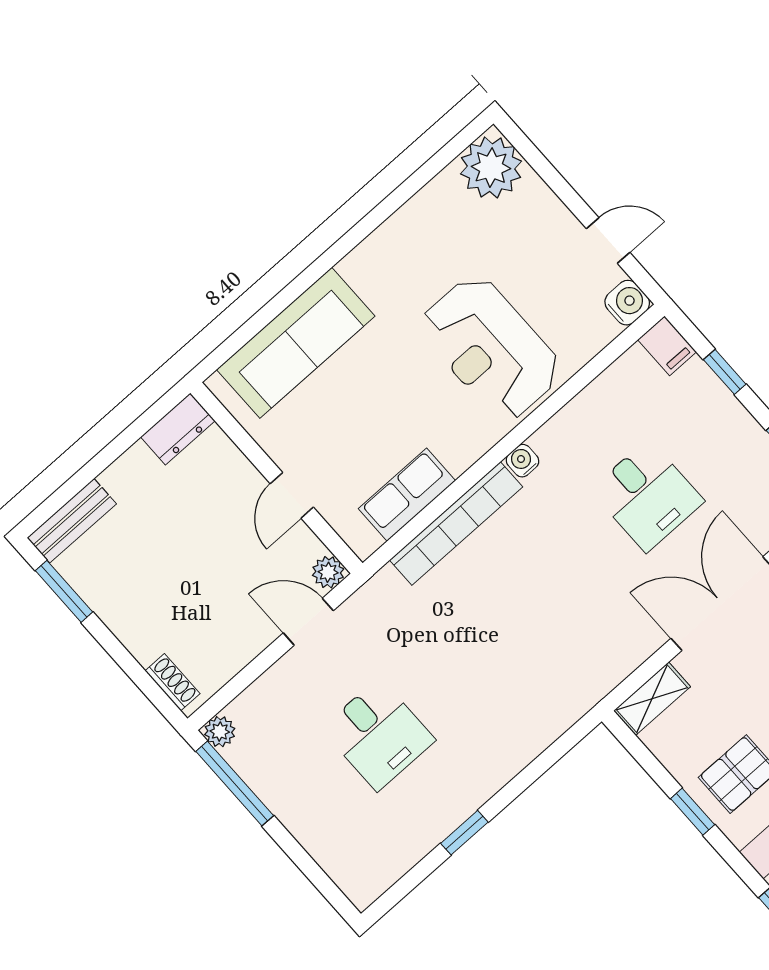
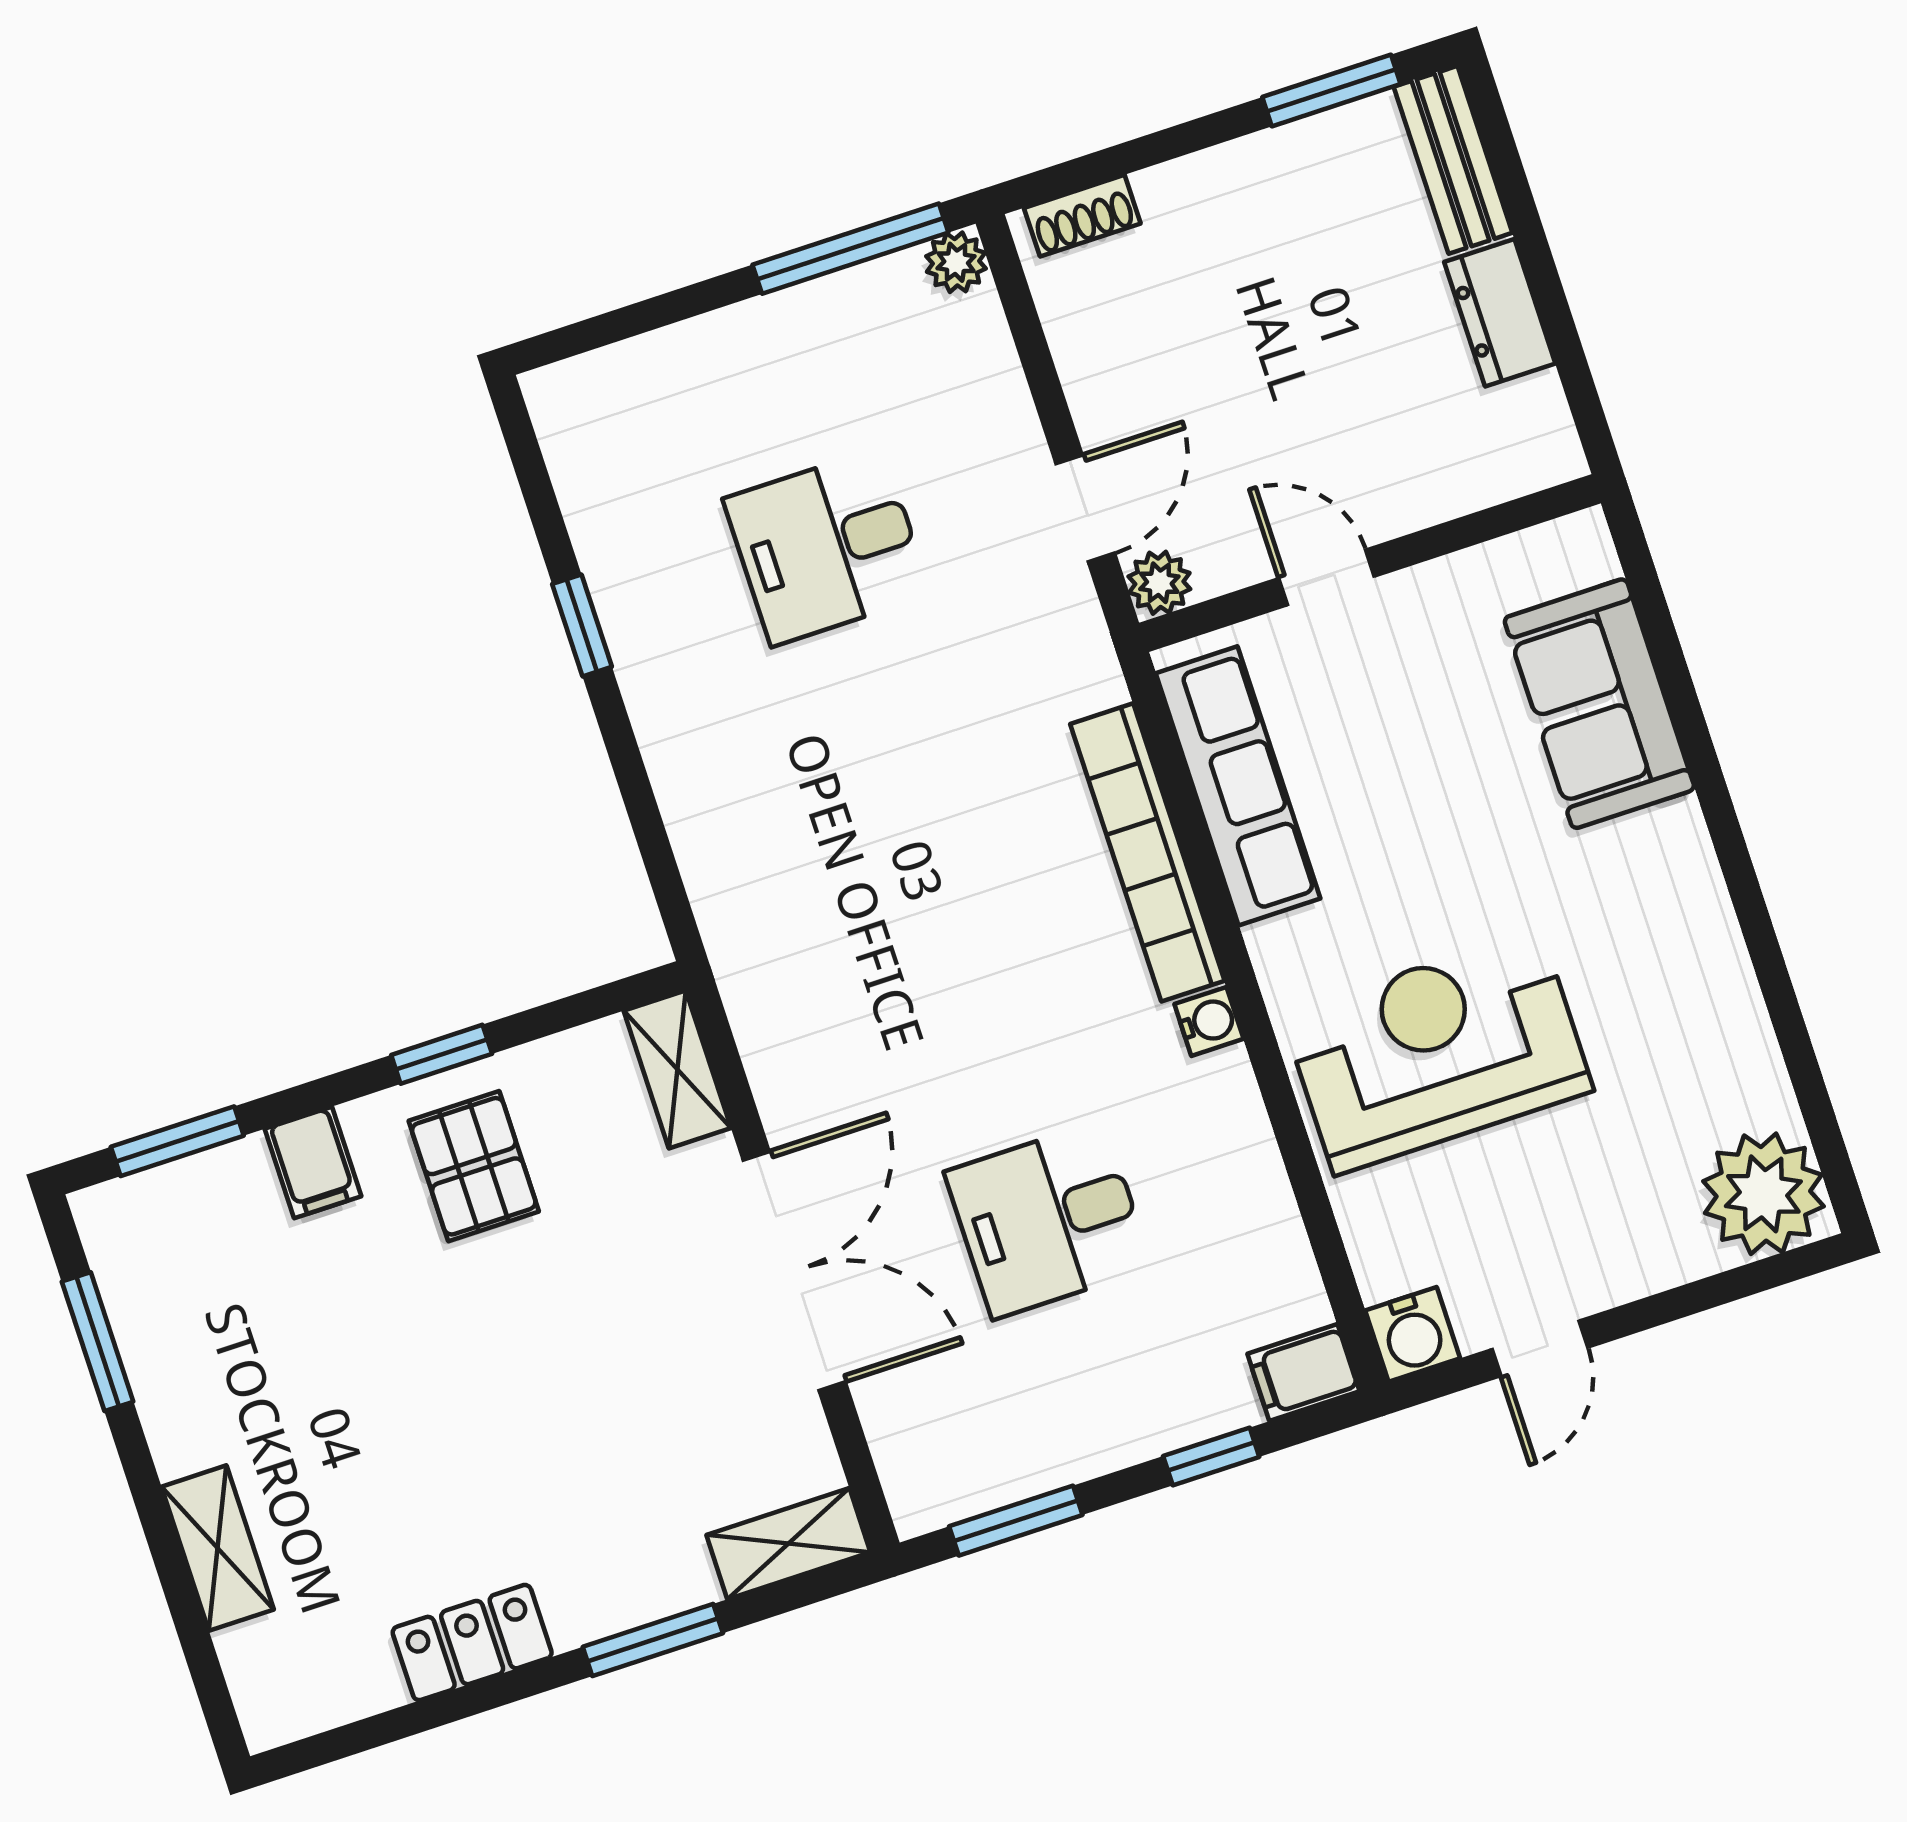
sofa: (296, 343) -> (1599, 704), width x0.73
dresser: (178, 429) -> (1500, 313), moved
row of seats: (407, 495) -> (1238, 786), width x1.48

